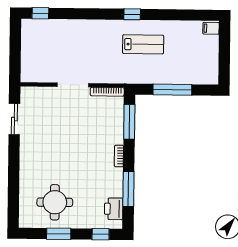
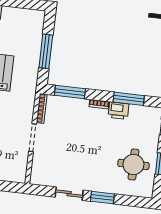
sliding door: (14, 119) -> (69, 194), moved
window: (14, 171) -> (102, 198), added
printer: (114, 209) -> (119, 111), moved

